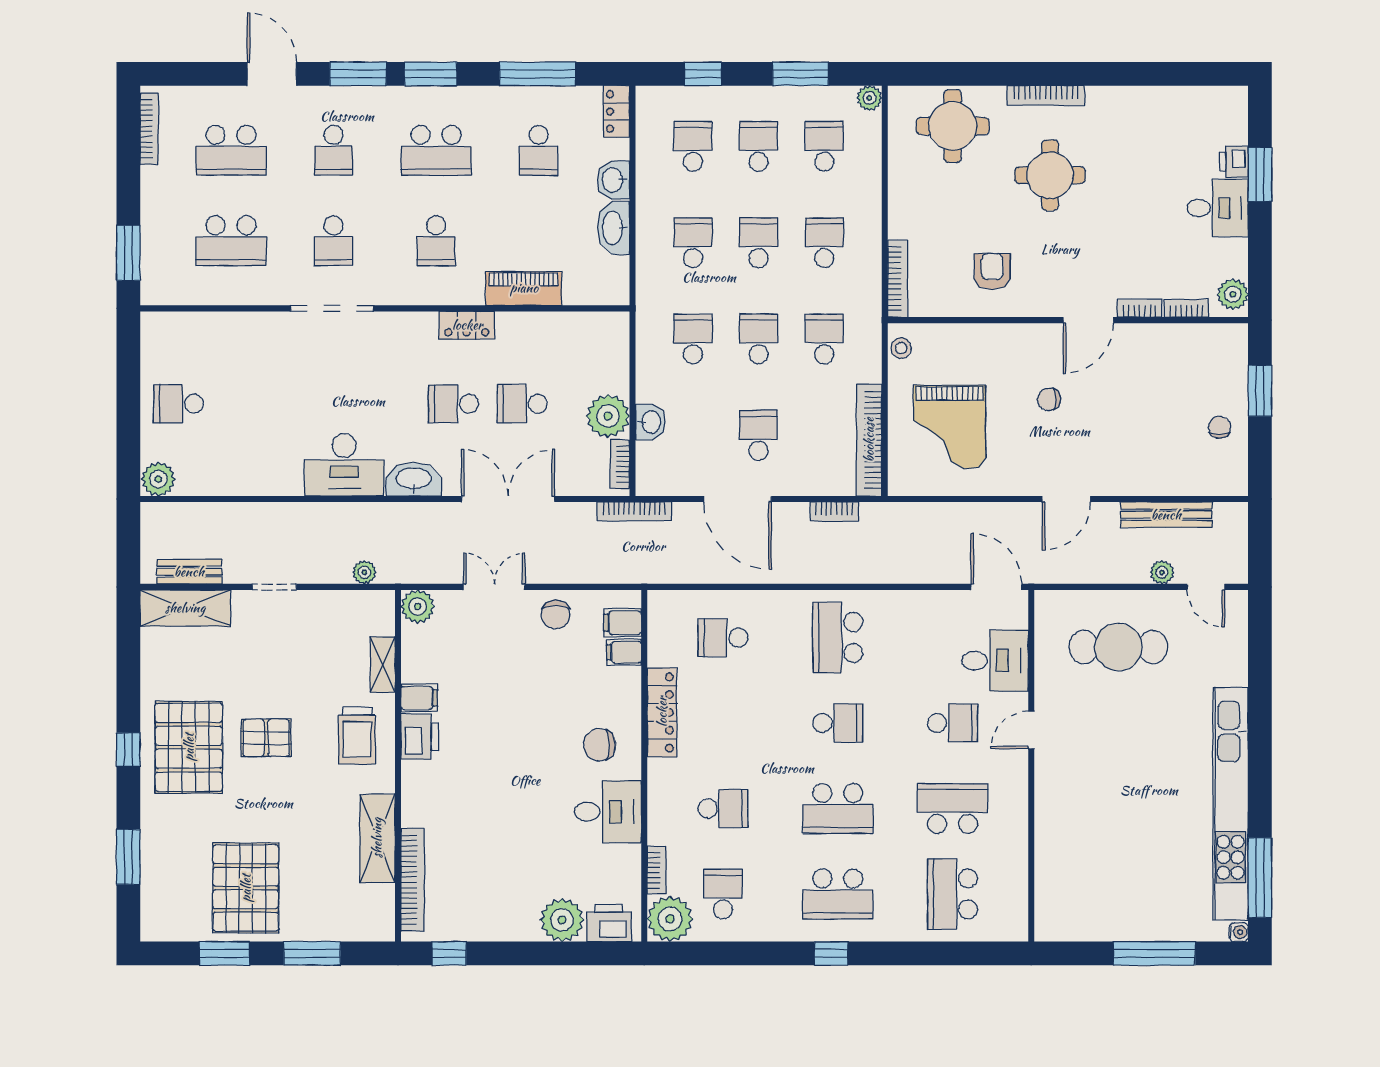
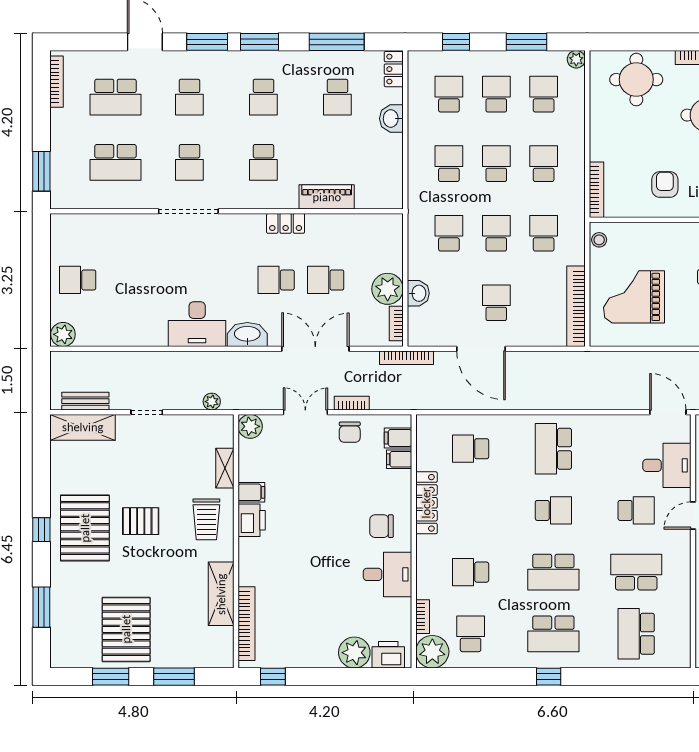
school desk: (436, 150) -> (263, 97), width x0.54
washbasin: (613, 228) -> (391, 153), removed
grand piano: (949, 427) -> (634, 297), turned 90
bookcase: (834, 512) -> (352, 403), moved, turned 180
school desk: (723, 808) -> (471, 572), turned 180

